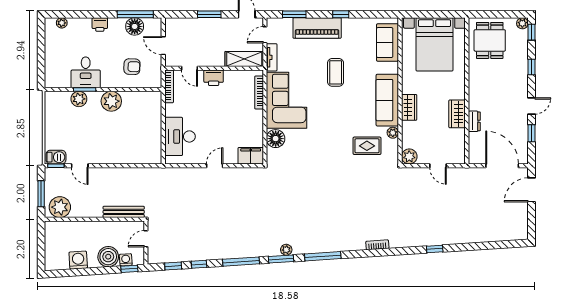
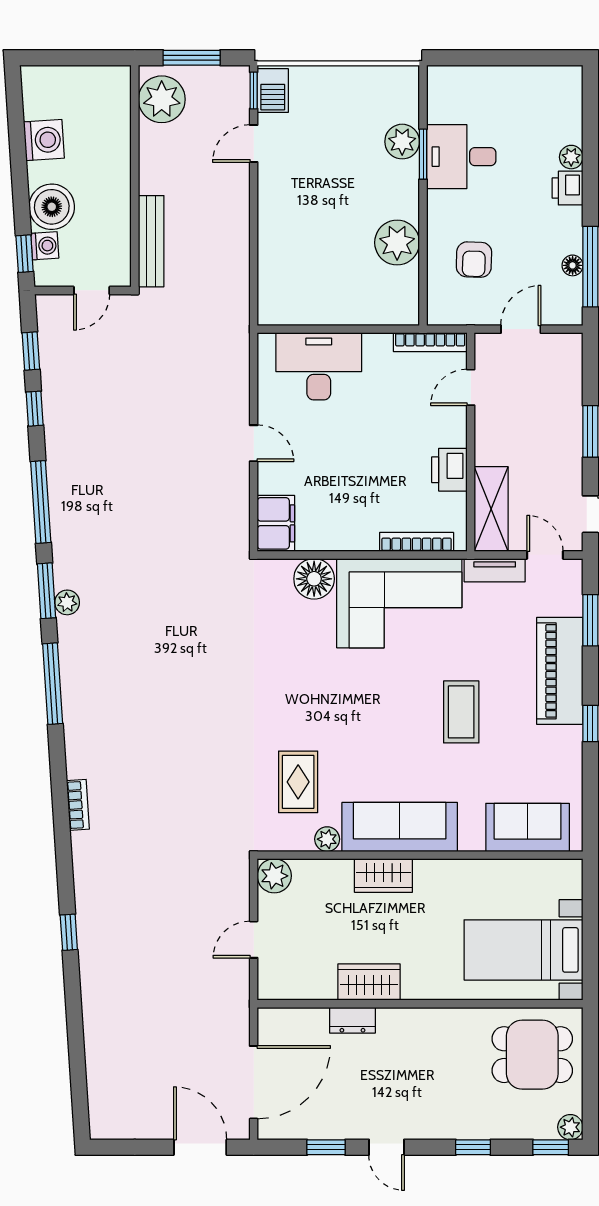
plant: (62, 23) -> (571, 157), moved
floor lamp: (135, 26) -> (573, 265), width x0.53, depth x0.53
bed with nightstands: (434, 44) -> (524, 950), width x0.73
coffee table: (336, 72) -> (461, 712), turned 90
printer: (214, 78) -> (449, 470), moved
plant: (111, 101) -> (397, 243), moved
door: (146, 239) -> (92, 290), swing flipped

